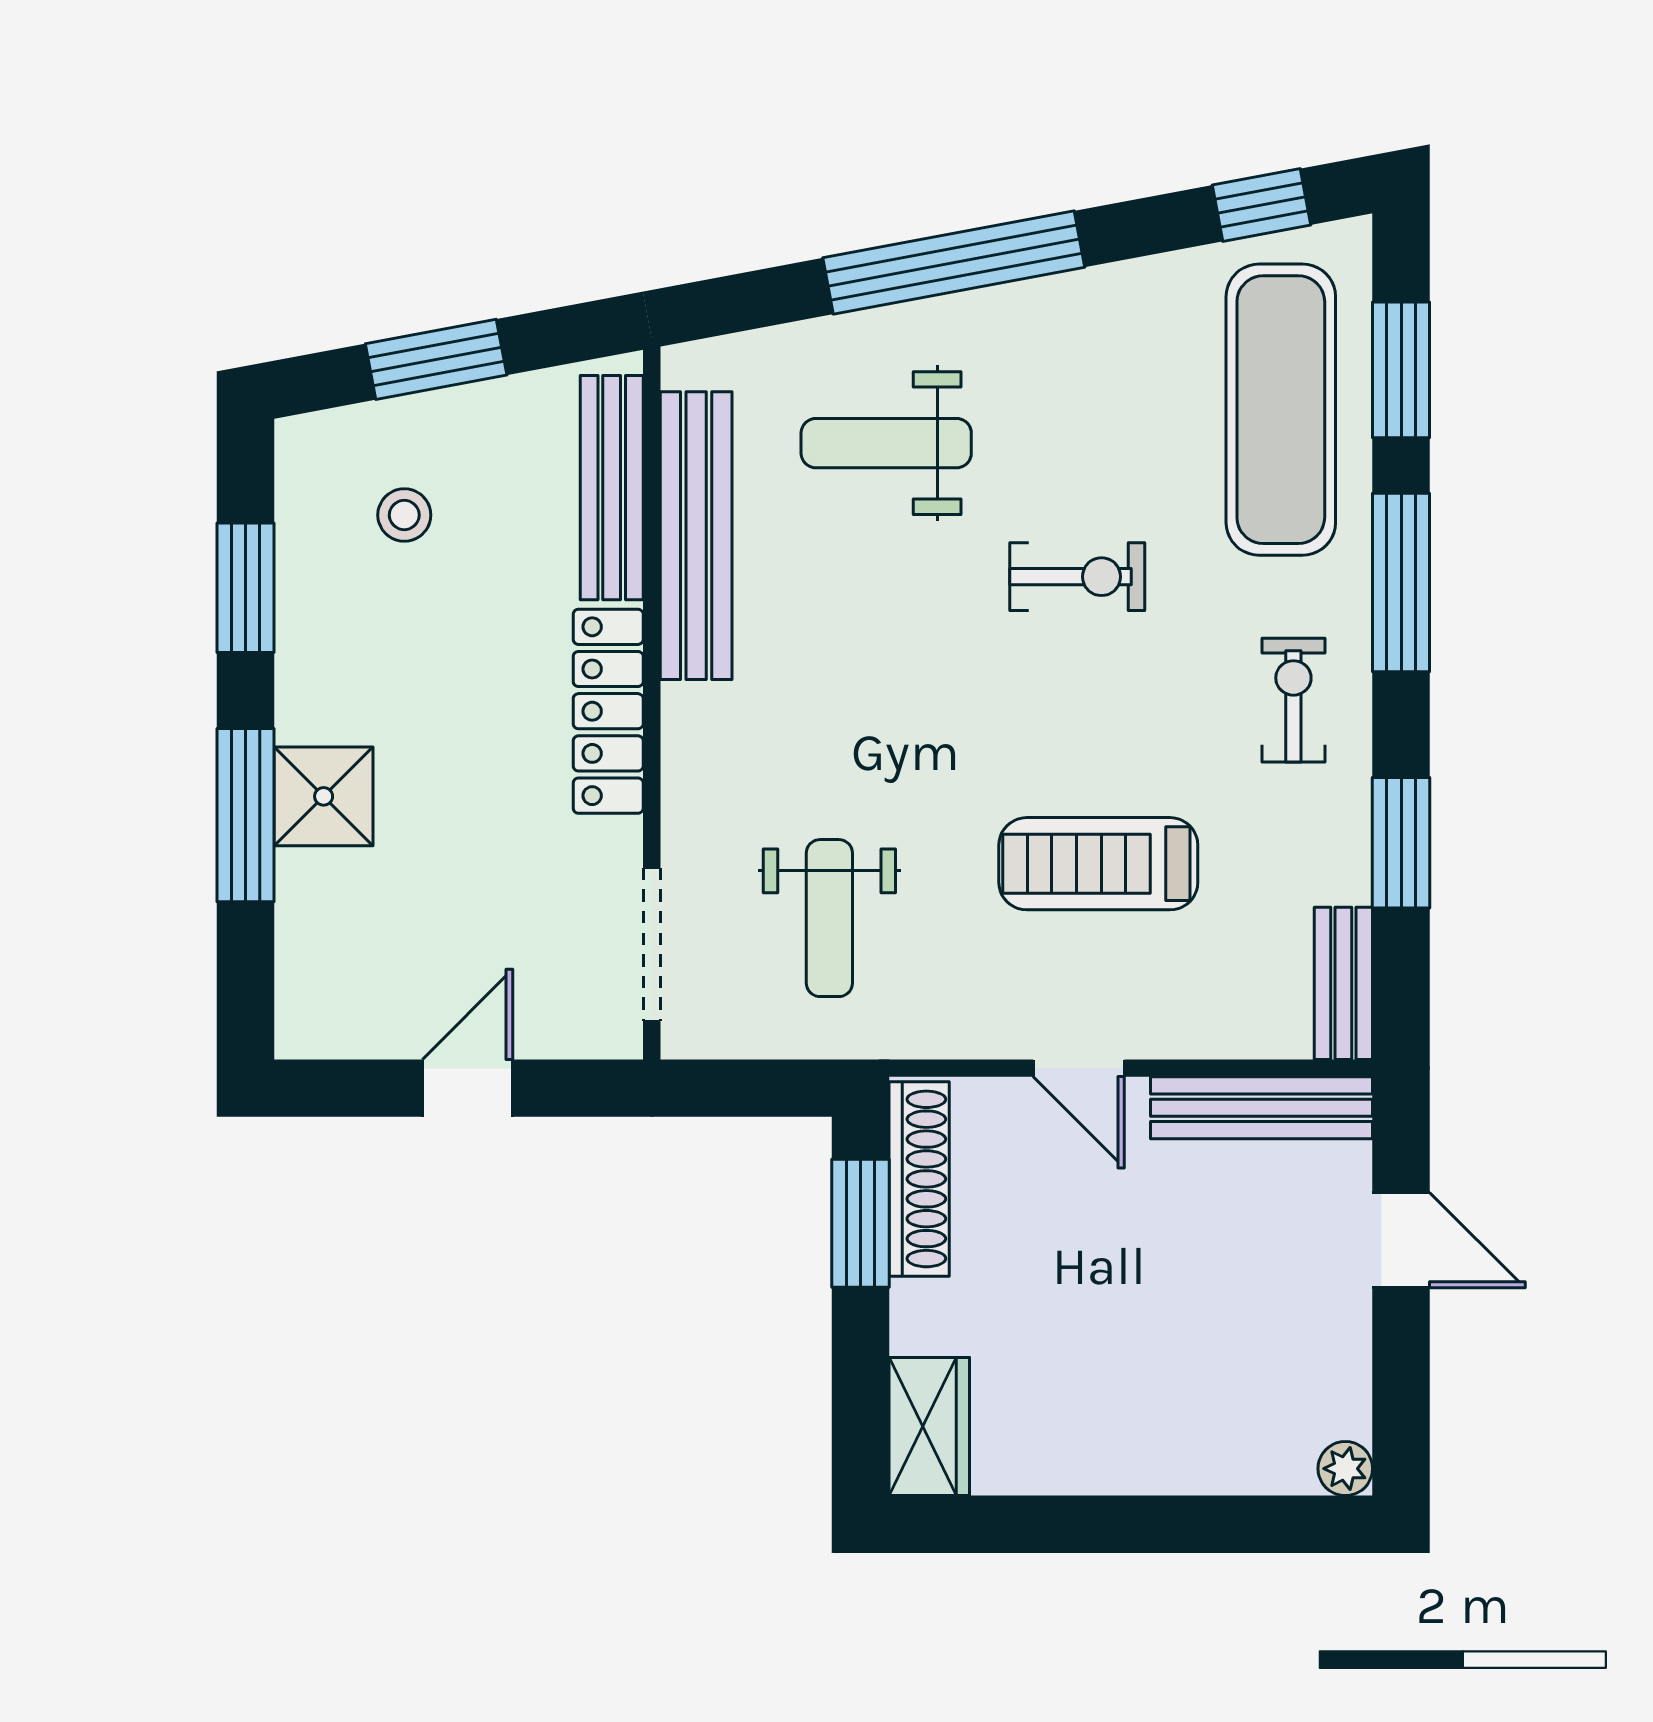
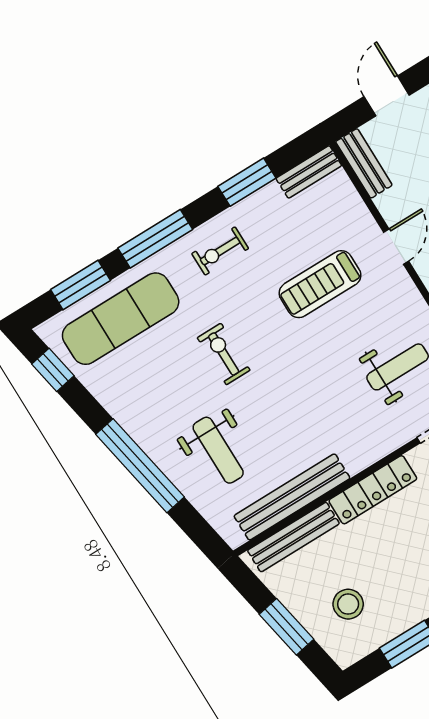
stool: (404, 515) -> (348, 604), width x1.37, depth x1.37
treadmill: (1098, 864) -> (320, 284), turned 90
bench: (1262, 1108) -> (364, 163), width x0.73

